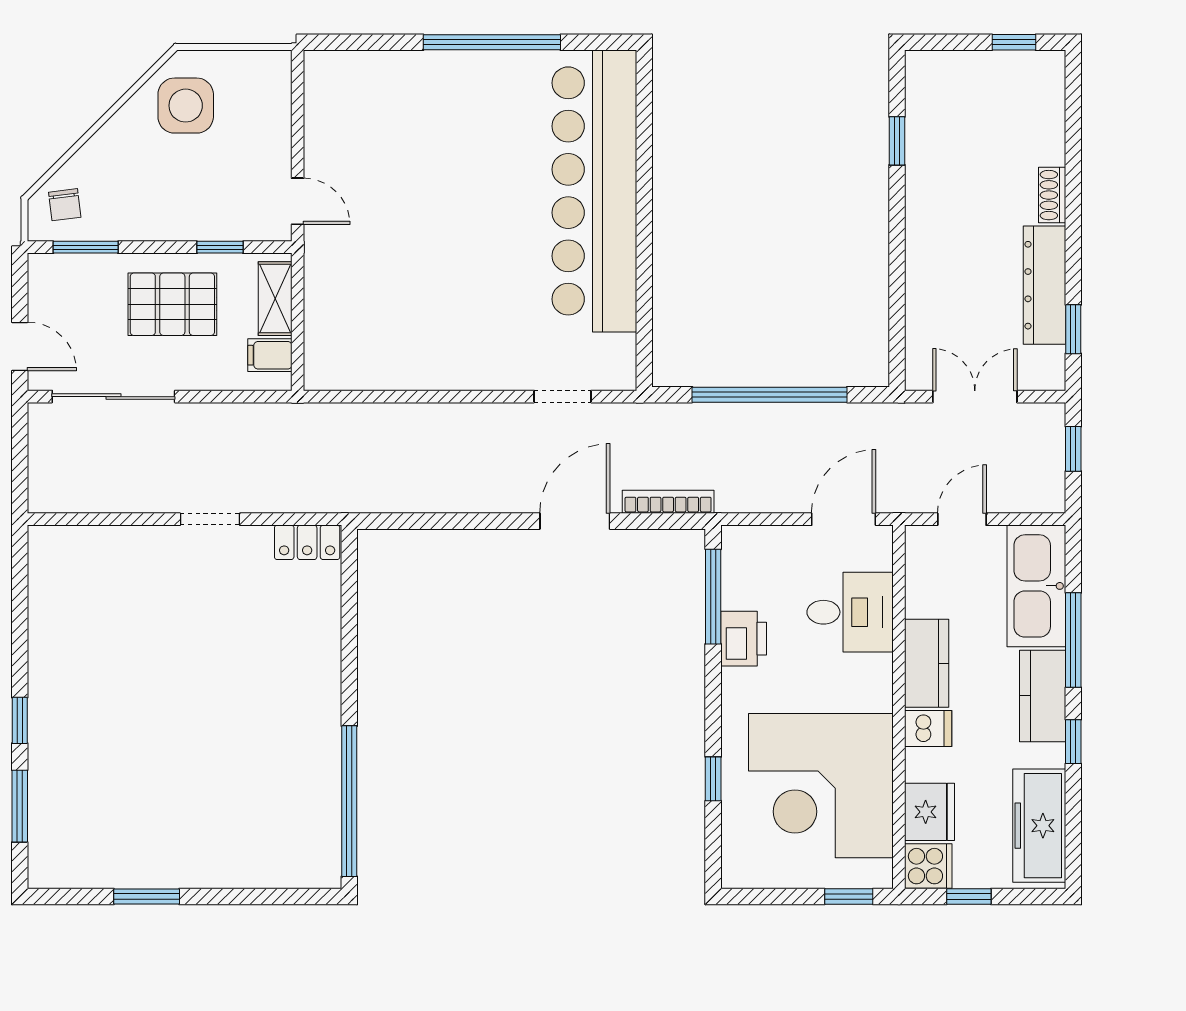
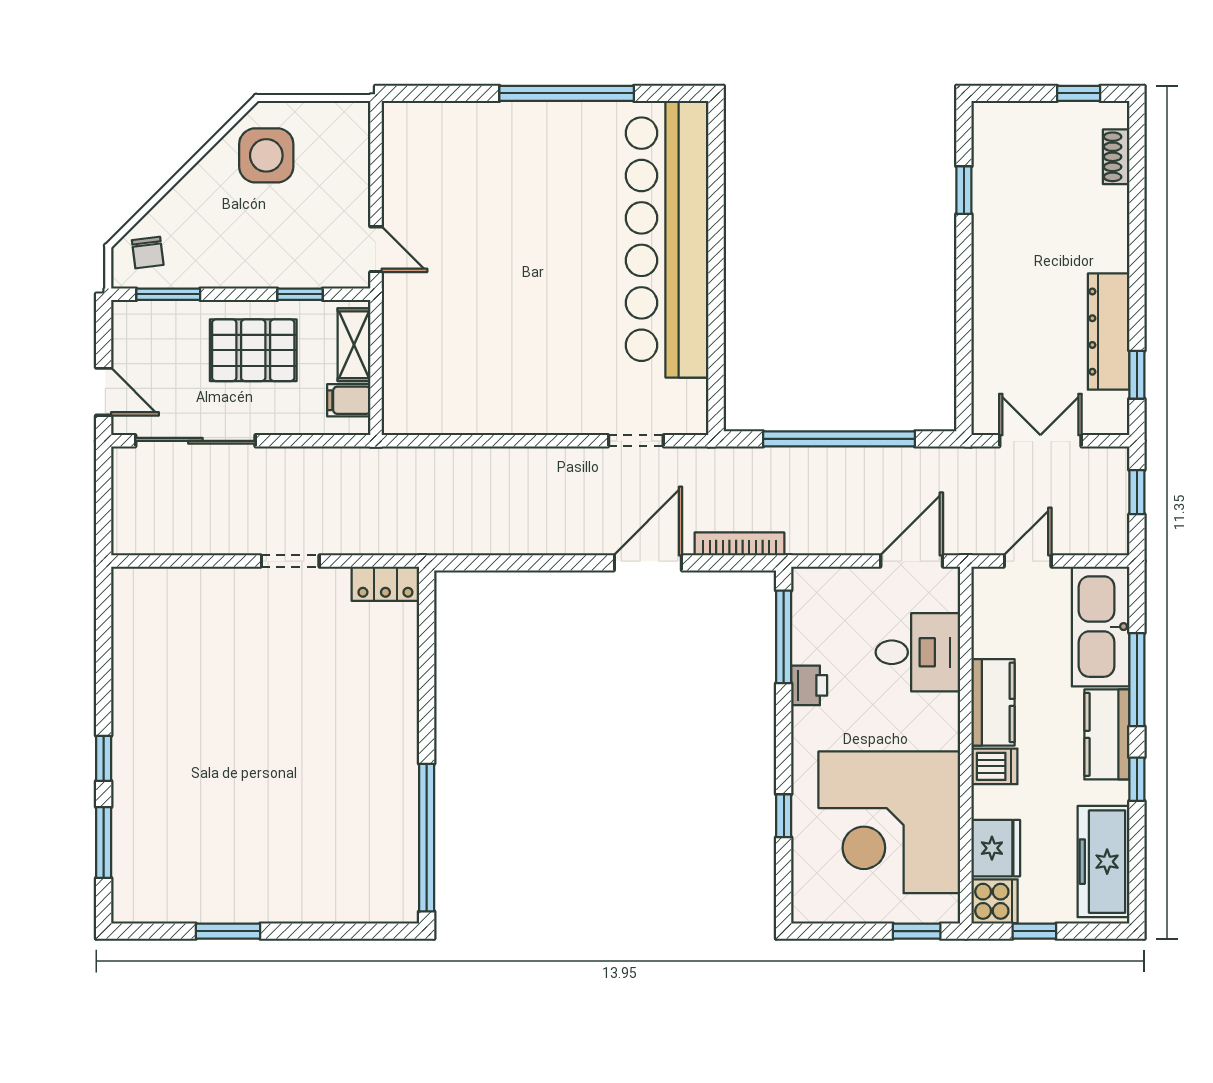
shoe rack: (1052, 195) -> (1116, 157), moved
printer: (744, 639) -> (809, 685), width x0.73, depth x0.81

